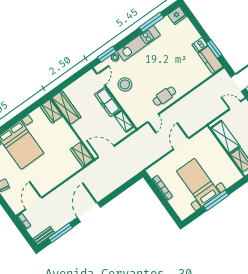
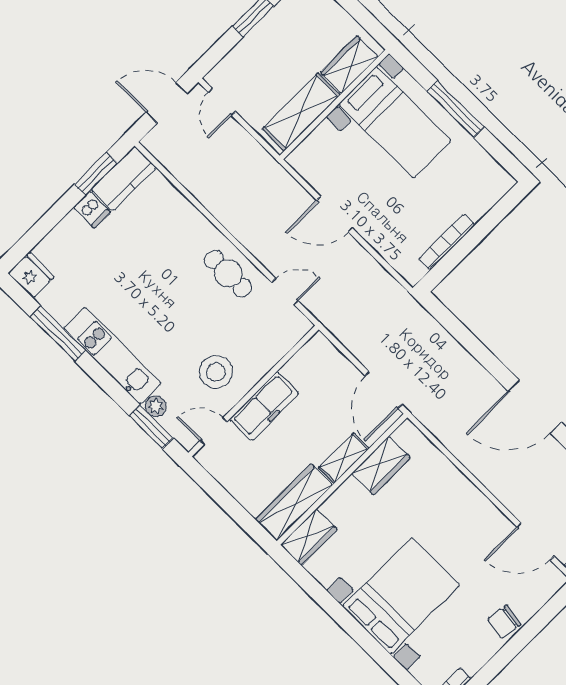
shelving: (124, 121) -> (344, 458), moved
wardrobe: (82, 154) -> (381, 465), moved
bed with nightstands: (198, 182) -> (395, 122), moved, turned -90

